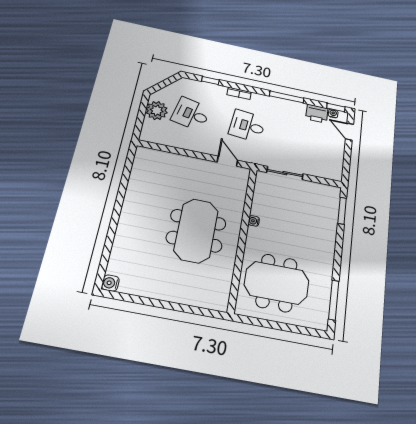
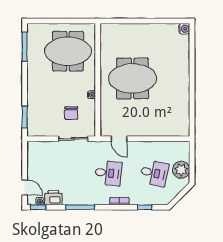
chair: (283, 204) -> (71, 113), added
meeting table: (196, 231) -> (133, 78), turned 90

